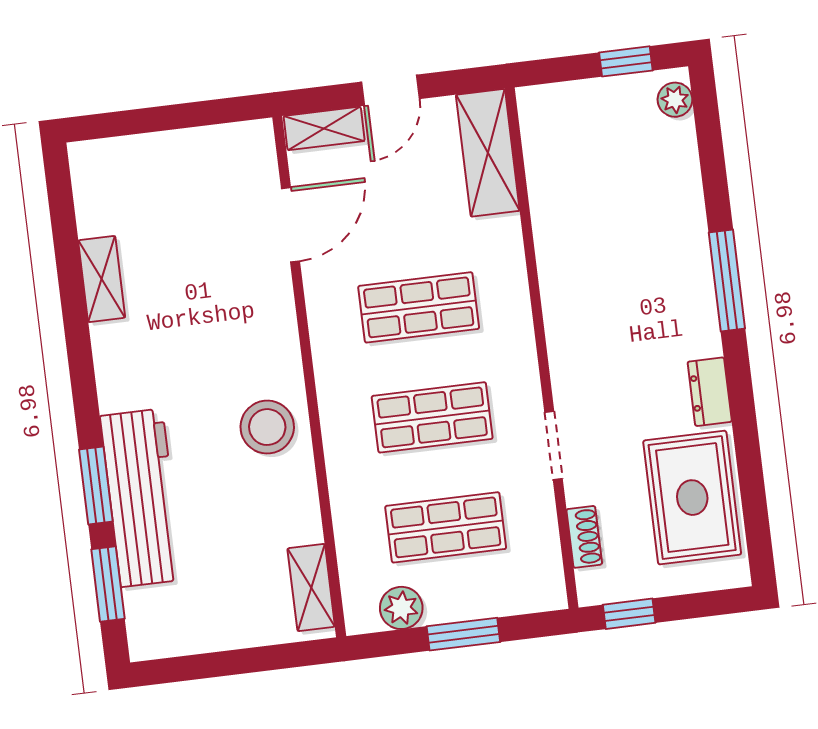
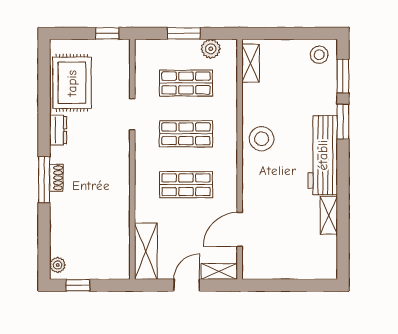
workbench: (142, 498) -> (323, 155), moved
shoe rack: (584, 537) -> (56, 178), moved, turned 180
stool: (165, 624) -> (319, 55), added

